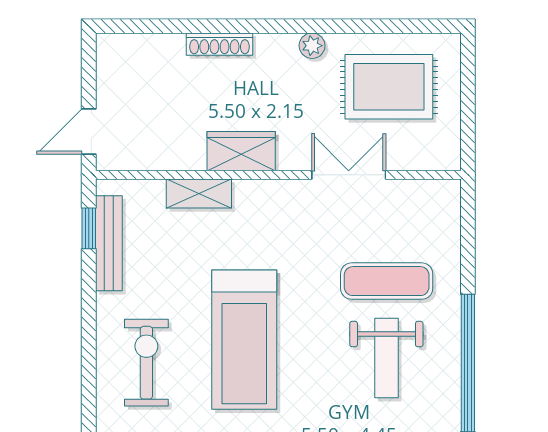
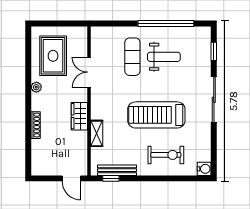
treadmill: (244, 340) -> (156, 115), turned 180
exercise bike: (146, 363) -> (166, 155), turned 180

